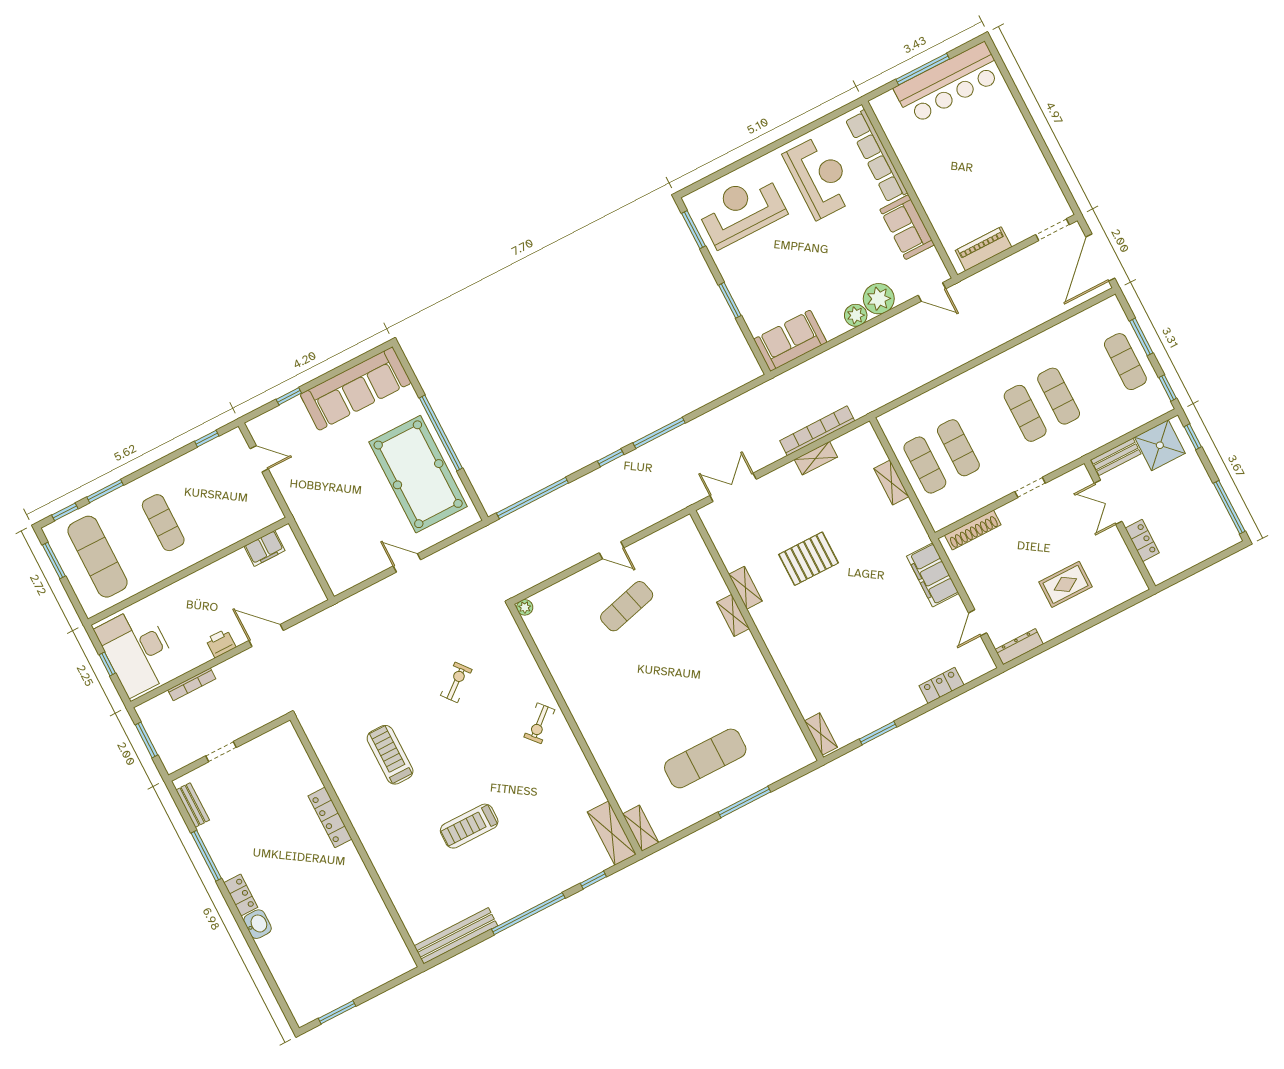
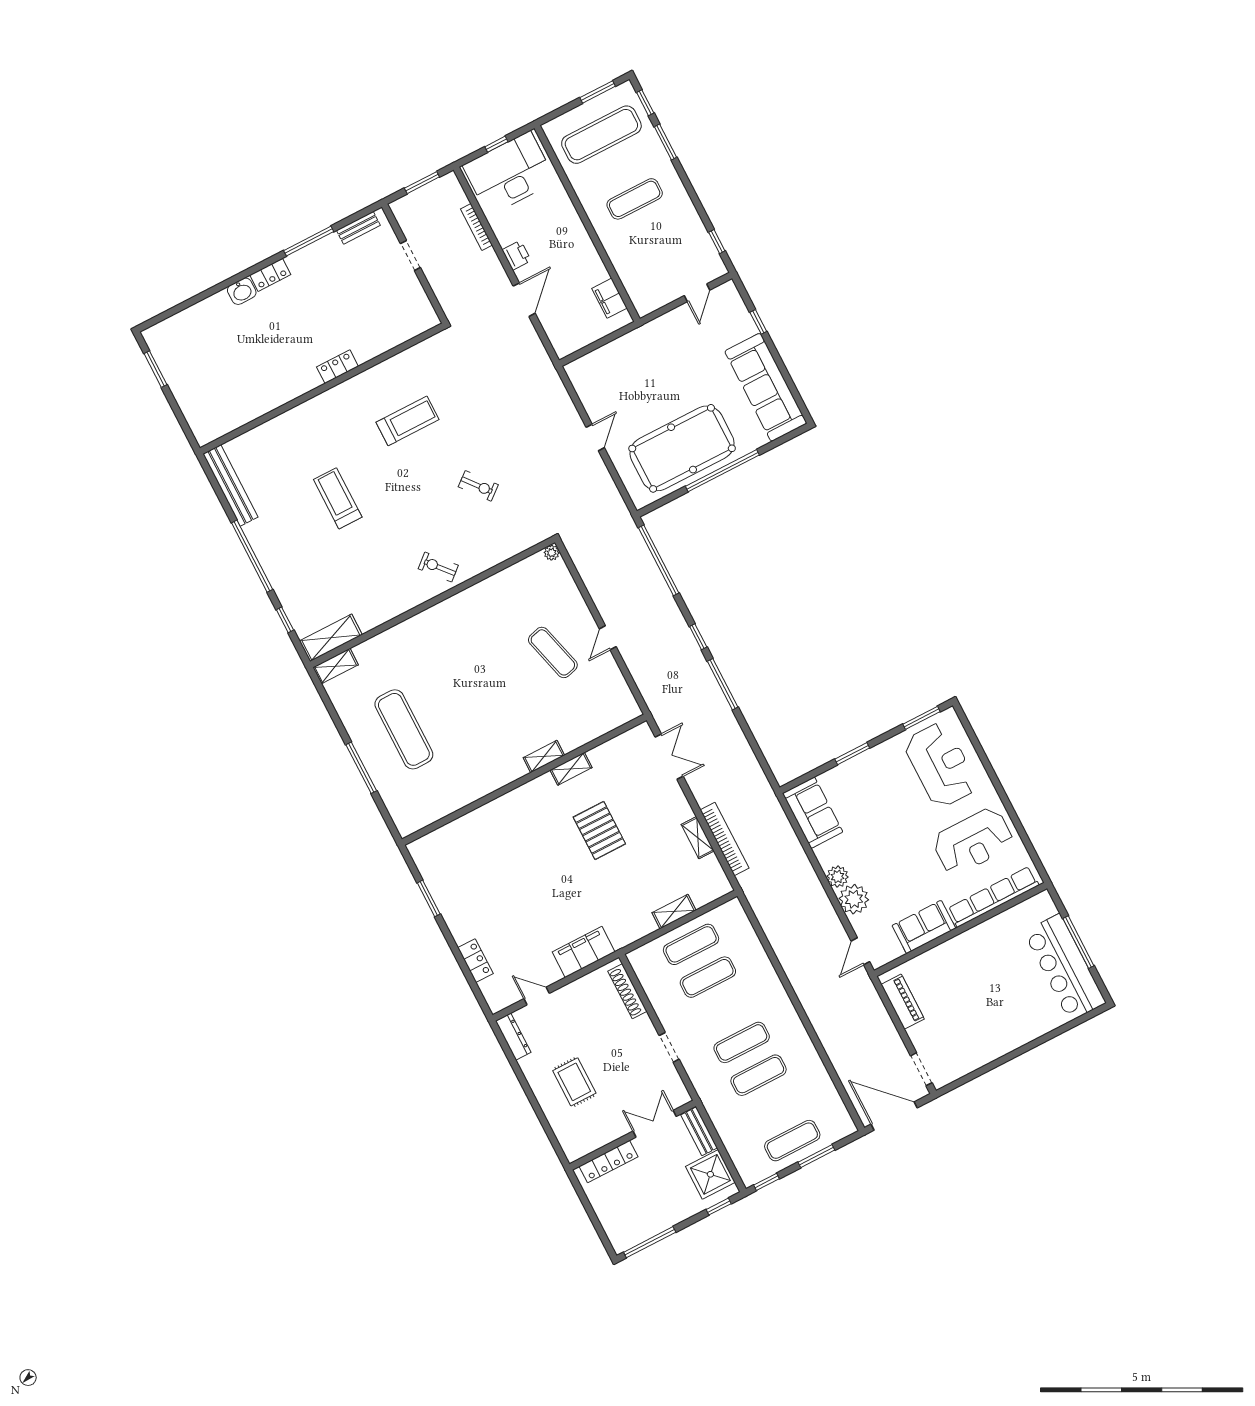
locker: (1142, 540) -> (609, 1162), width x1.53
shelving: (821, 734) -> (428, 843), removed
locker: (330, 817) -> (337, 367), width x0.66

